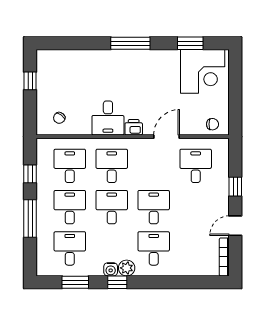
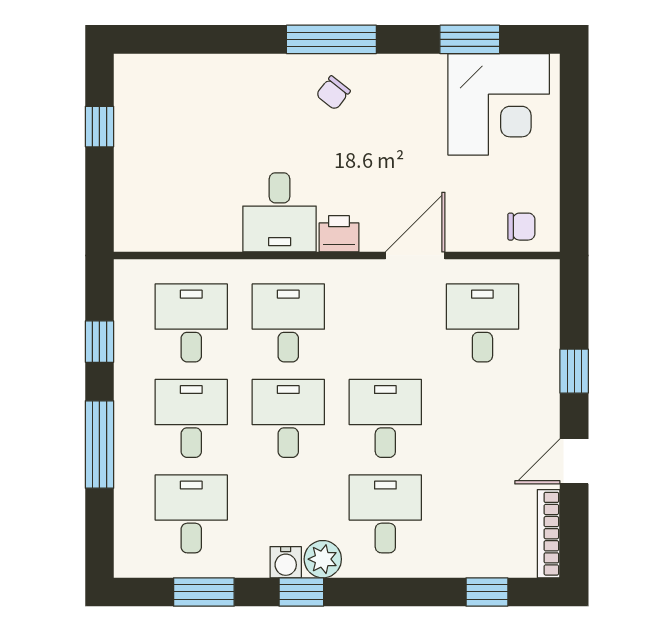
chair: (59, 118) -> (333, 93), moved
window: (198, 282) -> (487, 592), added

